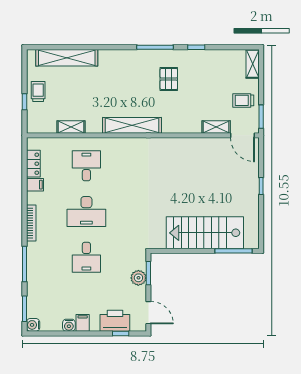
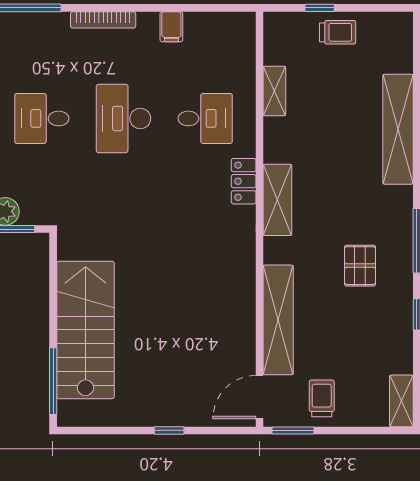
shelving: (67, 58) -> (398, 129), moved
shelving: (253, 64) -> (401, 401), moved, turned 90
pallet: (169, 79) -> (360, 266), turned 90
shelving: (132, 125) -> (277, 200), width x0.68
shelving: (216, 127) -> (278, 320), width x2.20, depth x1.33
locker: (33, 164) -> (244, 181), moved, turned 90

